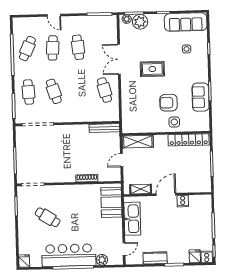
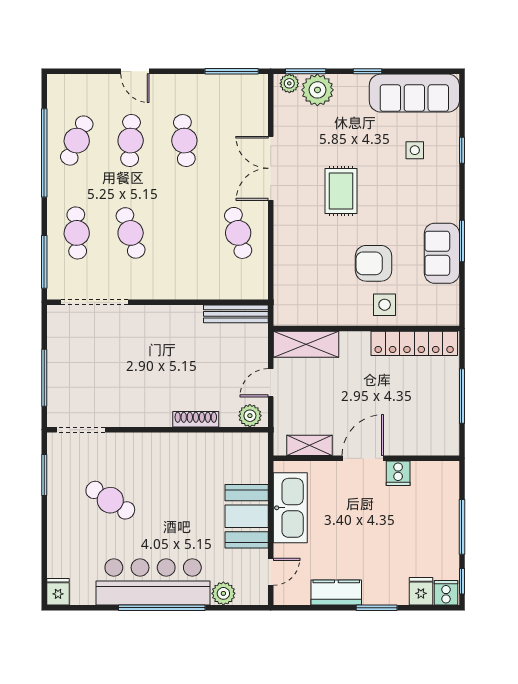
rug: (152, 69) -> (341, 191), turned 90
plant: (112, 176) -> (250, 416), added
booth: (111, 202) -> (247, 516), moved

